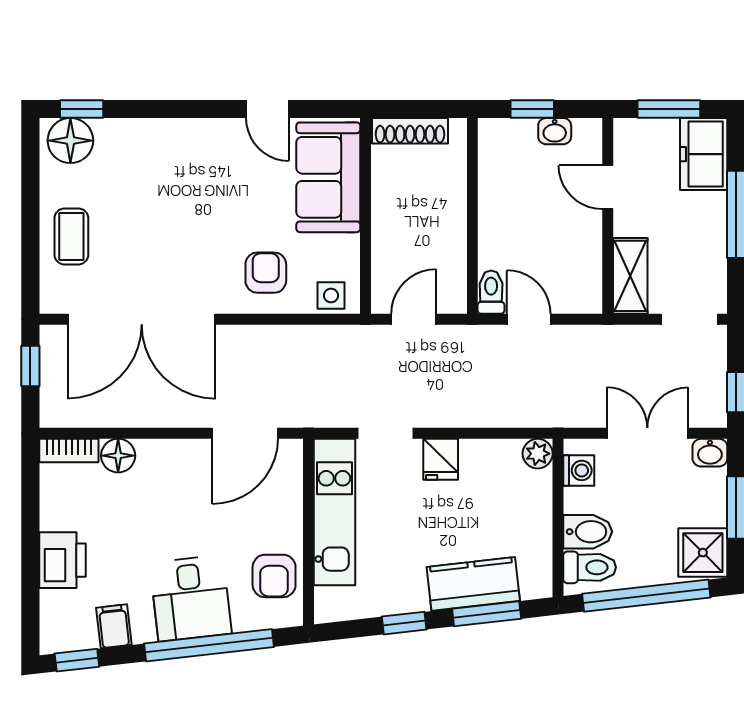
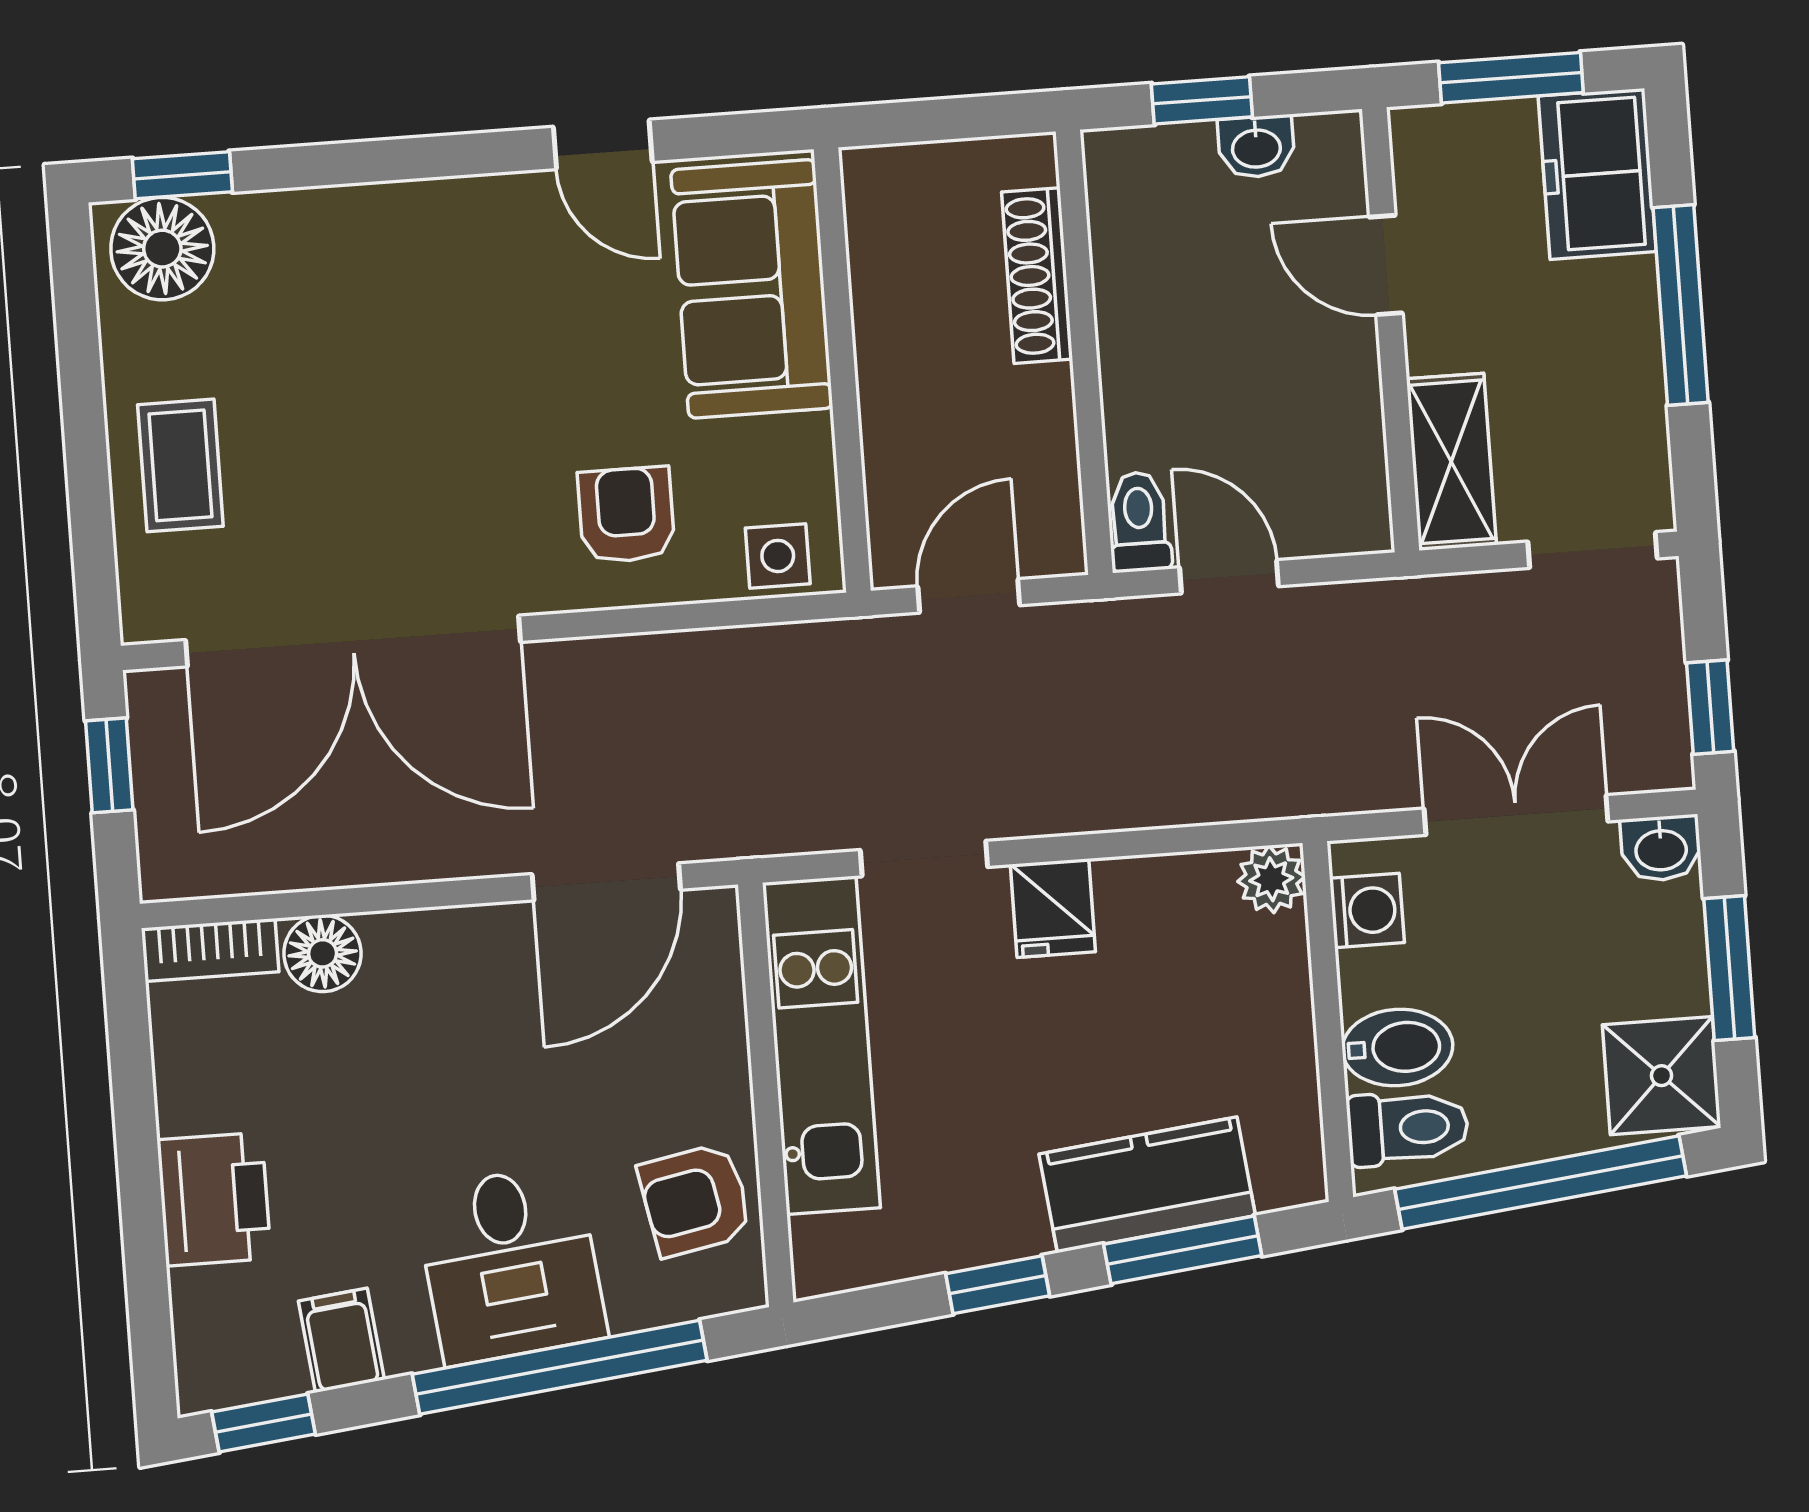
shoe rack: (410, 131) -> (1037, 276), moved, turned 90
armchair: (274, 576) -> (695, 1200), turned 79

